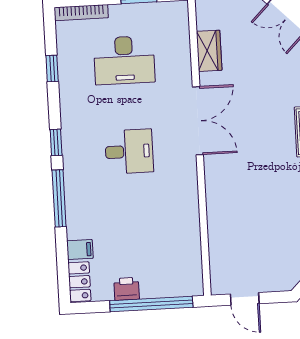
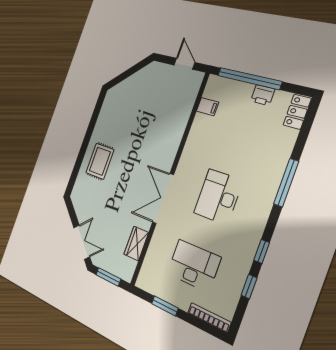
window: (56, 142) -> (262, 251), moved
desk: (129, 151) -> (218, 197), width x1.37
filing cabinet: (80, 250) -> (208, 107), moved, turned 180

